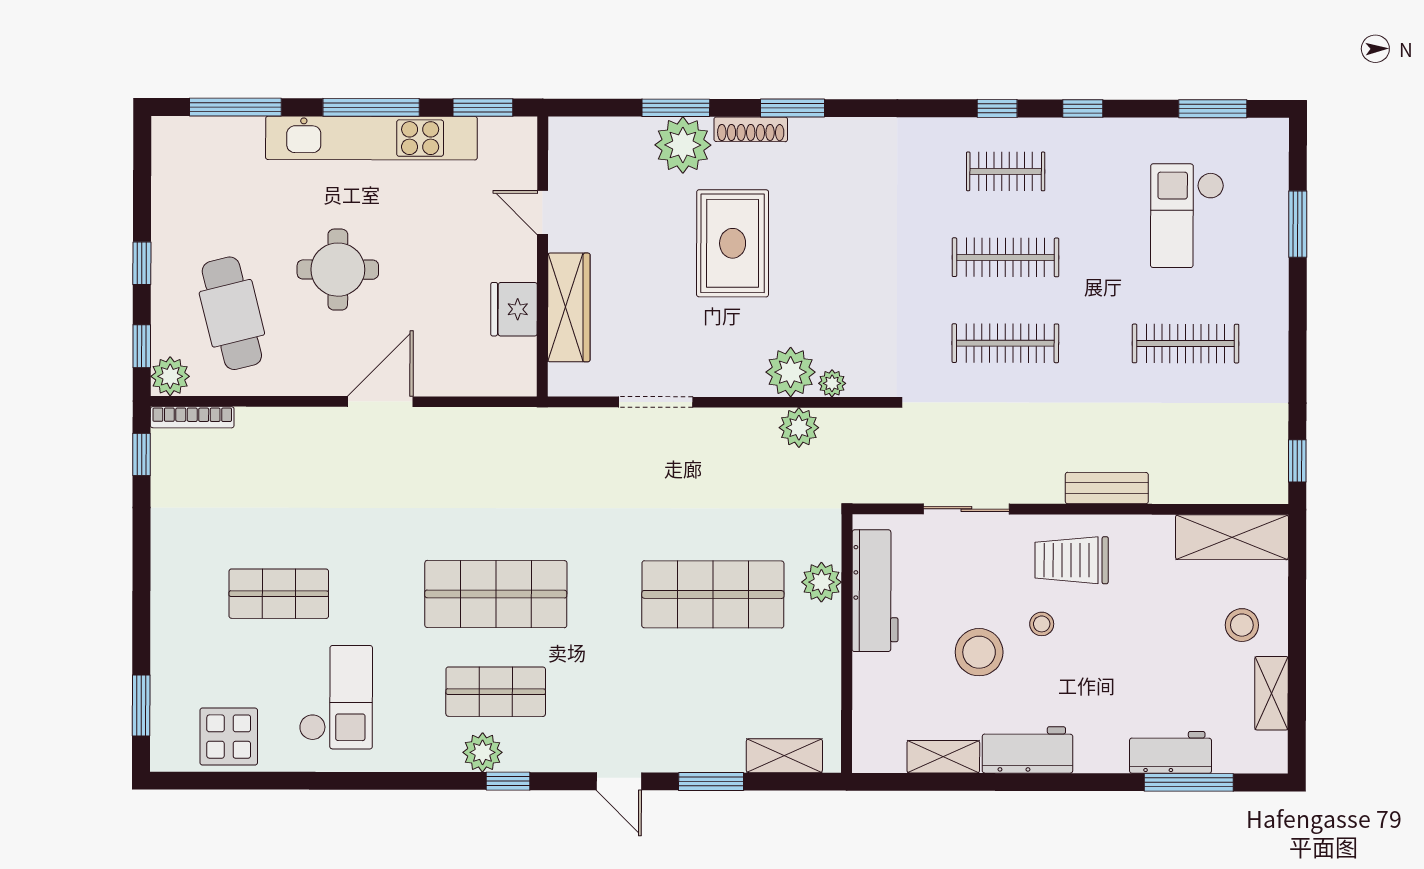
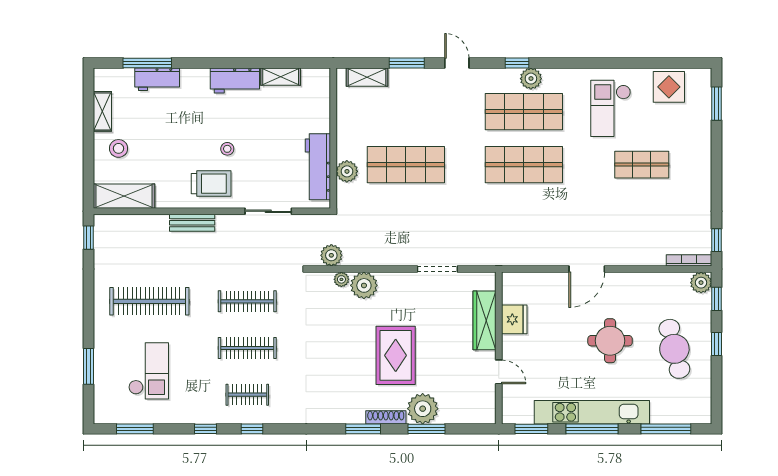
cafe table: (232, 313) -> (674, 349), moved
clothes rail: (1186, 344) -> (149, 301), width x1.37, depth x1.31
plant: (799, 428) -> (331, 255), moved
stool: (979, 652) -> (261, 133), removed
shop shelf: (496, 692) -> (524, 112), width x1.43, depth x1.36

